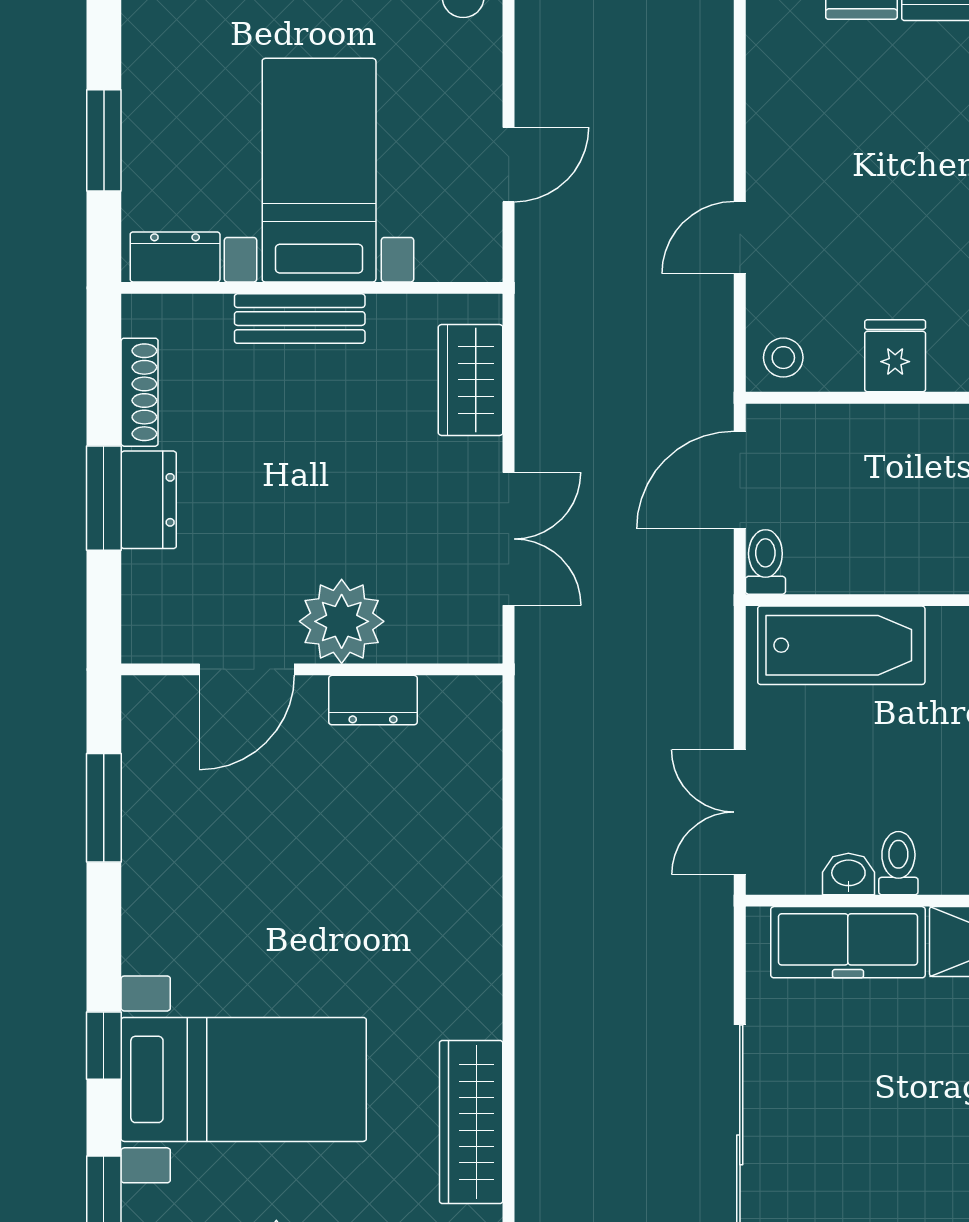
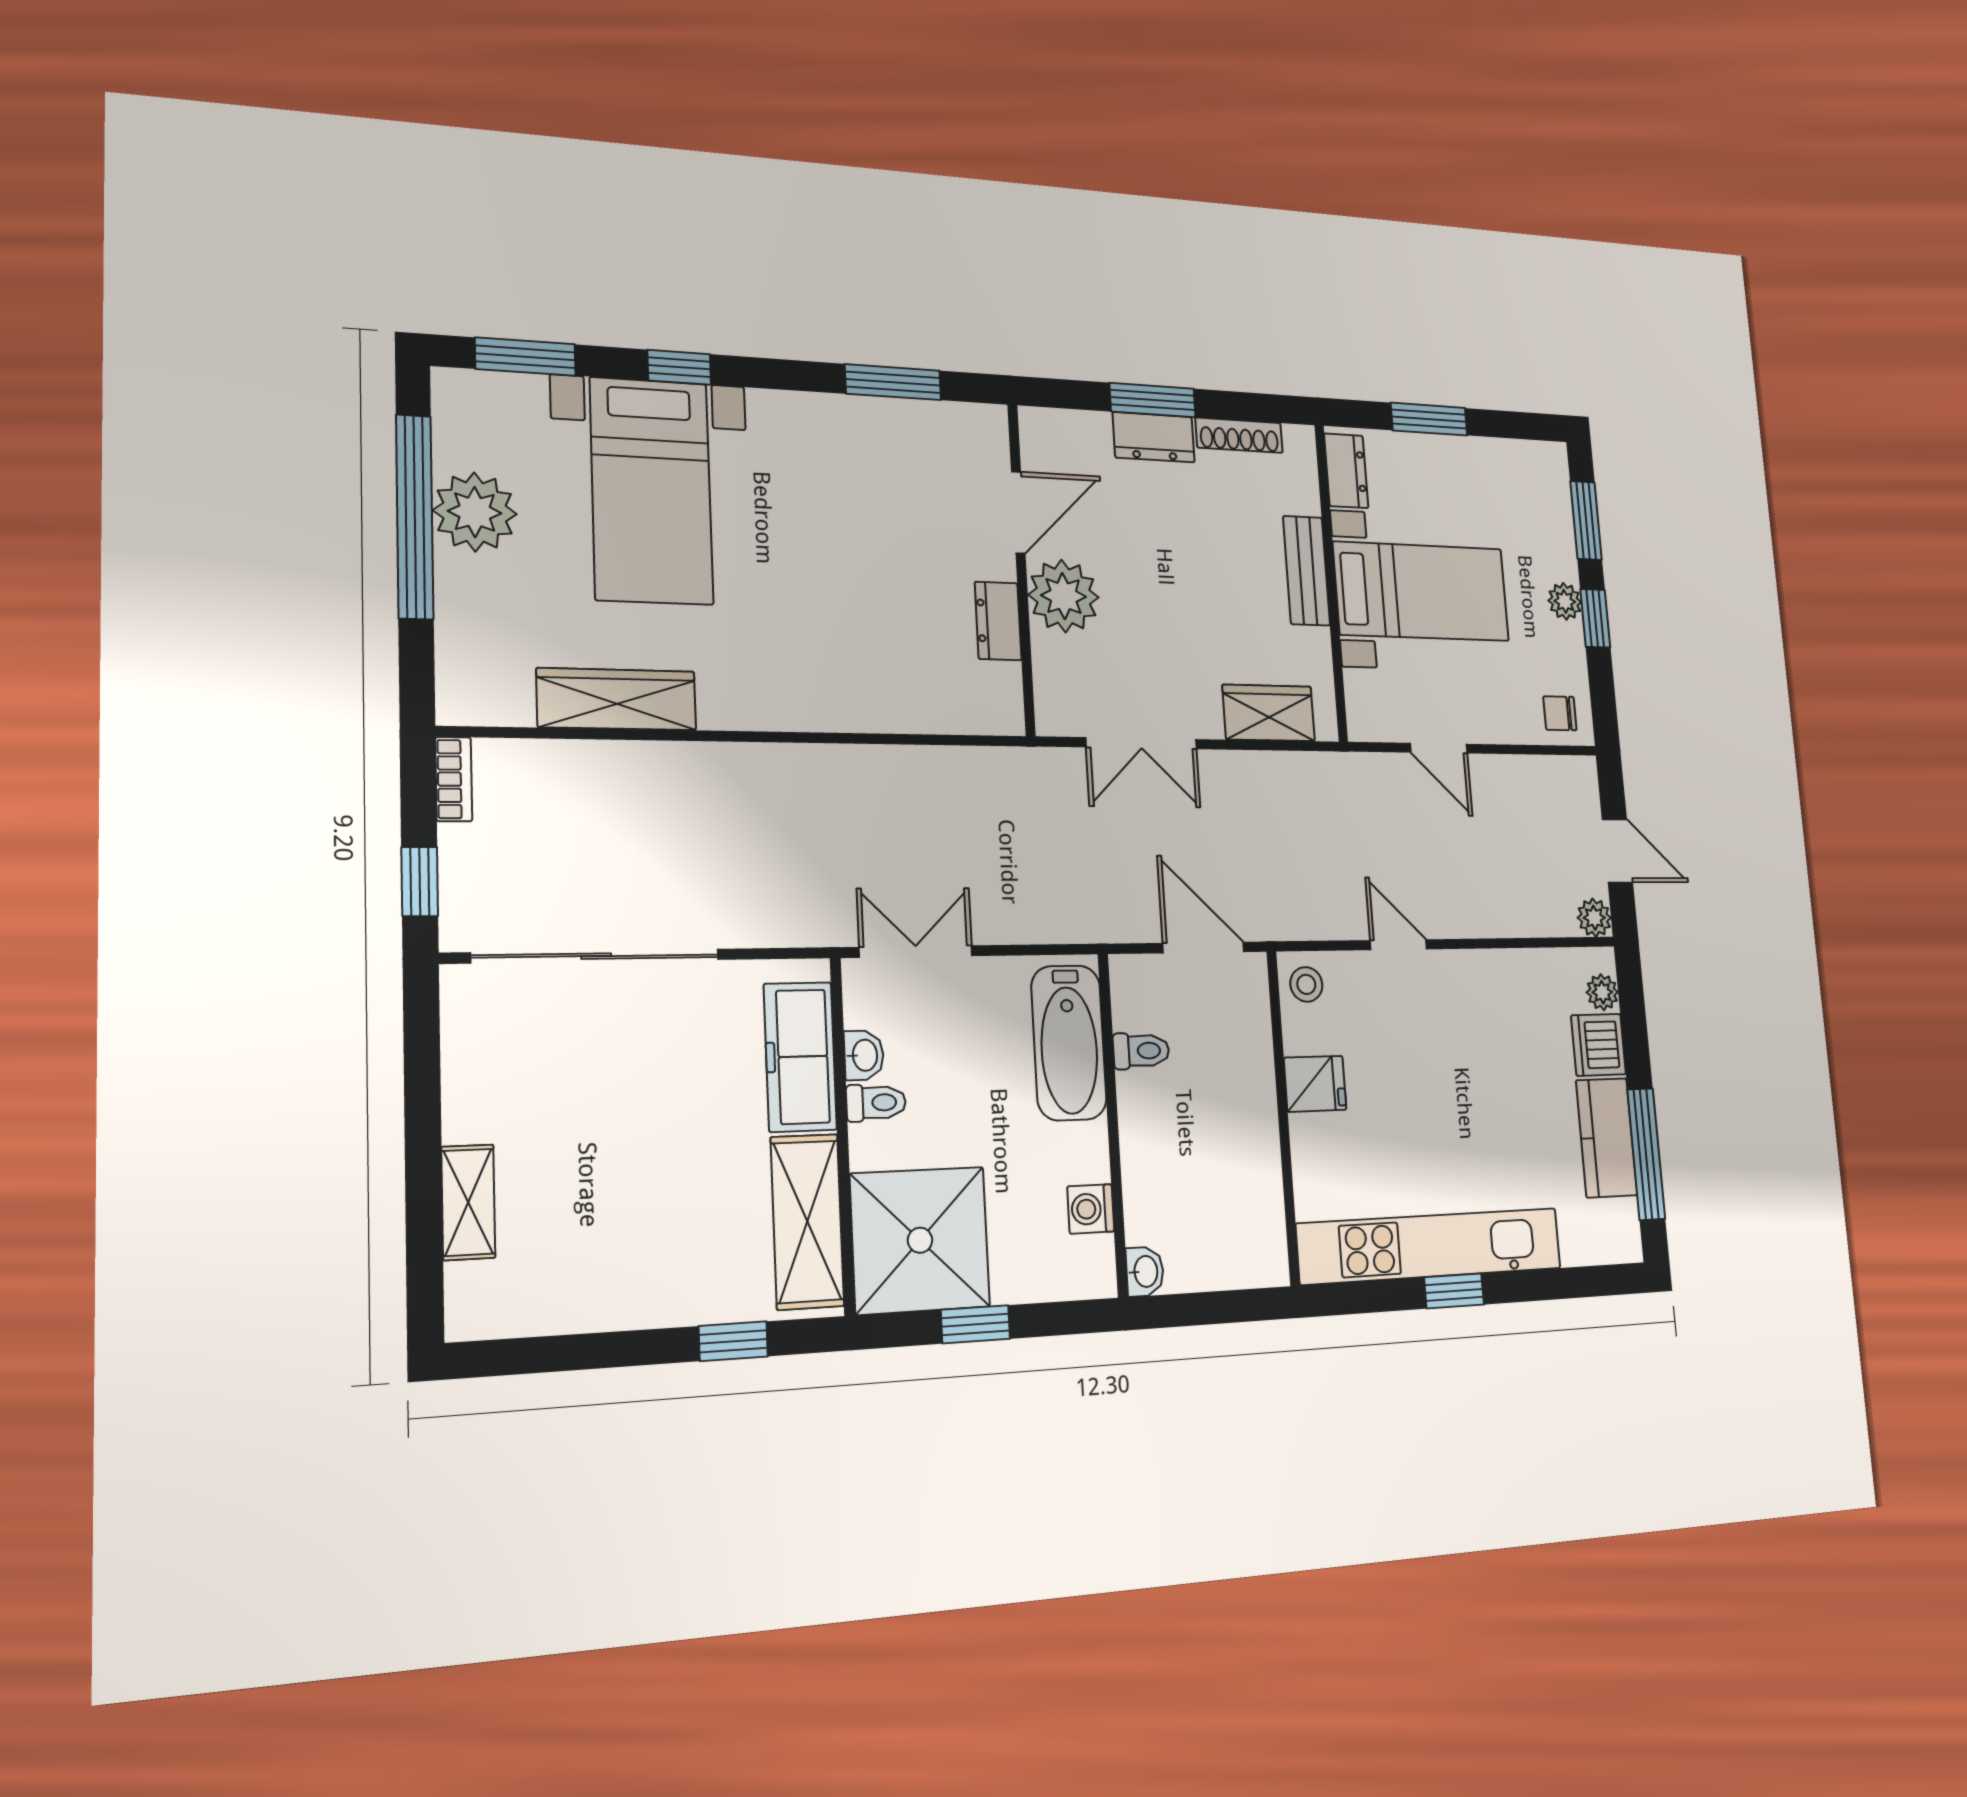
toilet: (765, 562) -> (1141, 1051), moved
door: (247, 669) -> (1018, 512), swing flipped

